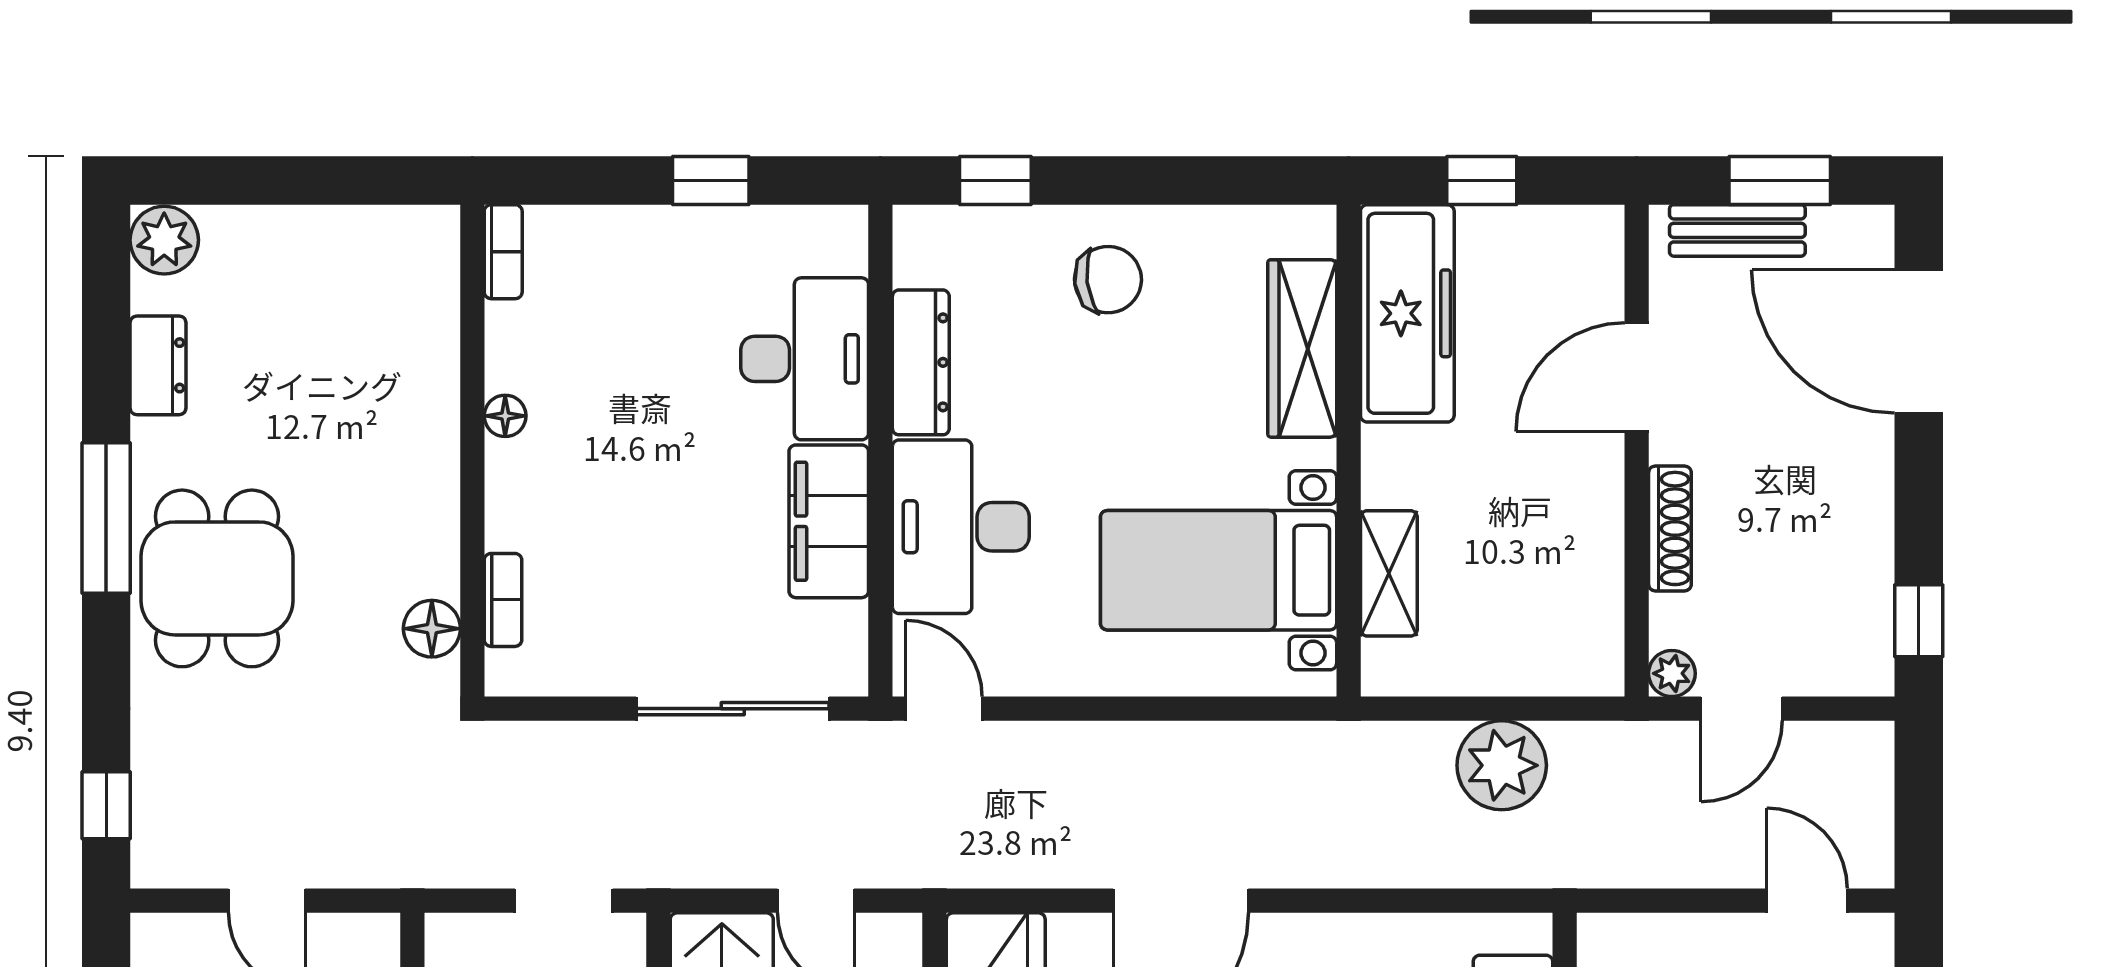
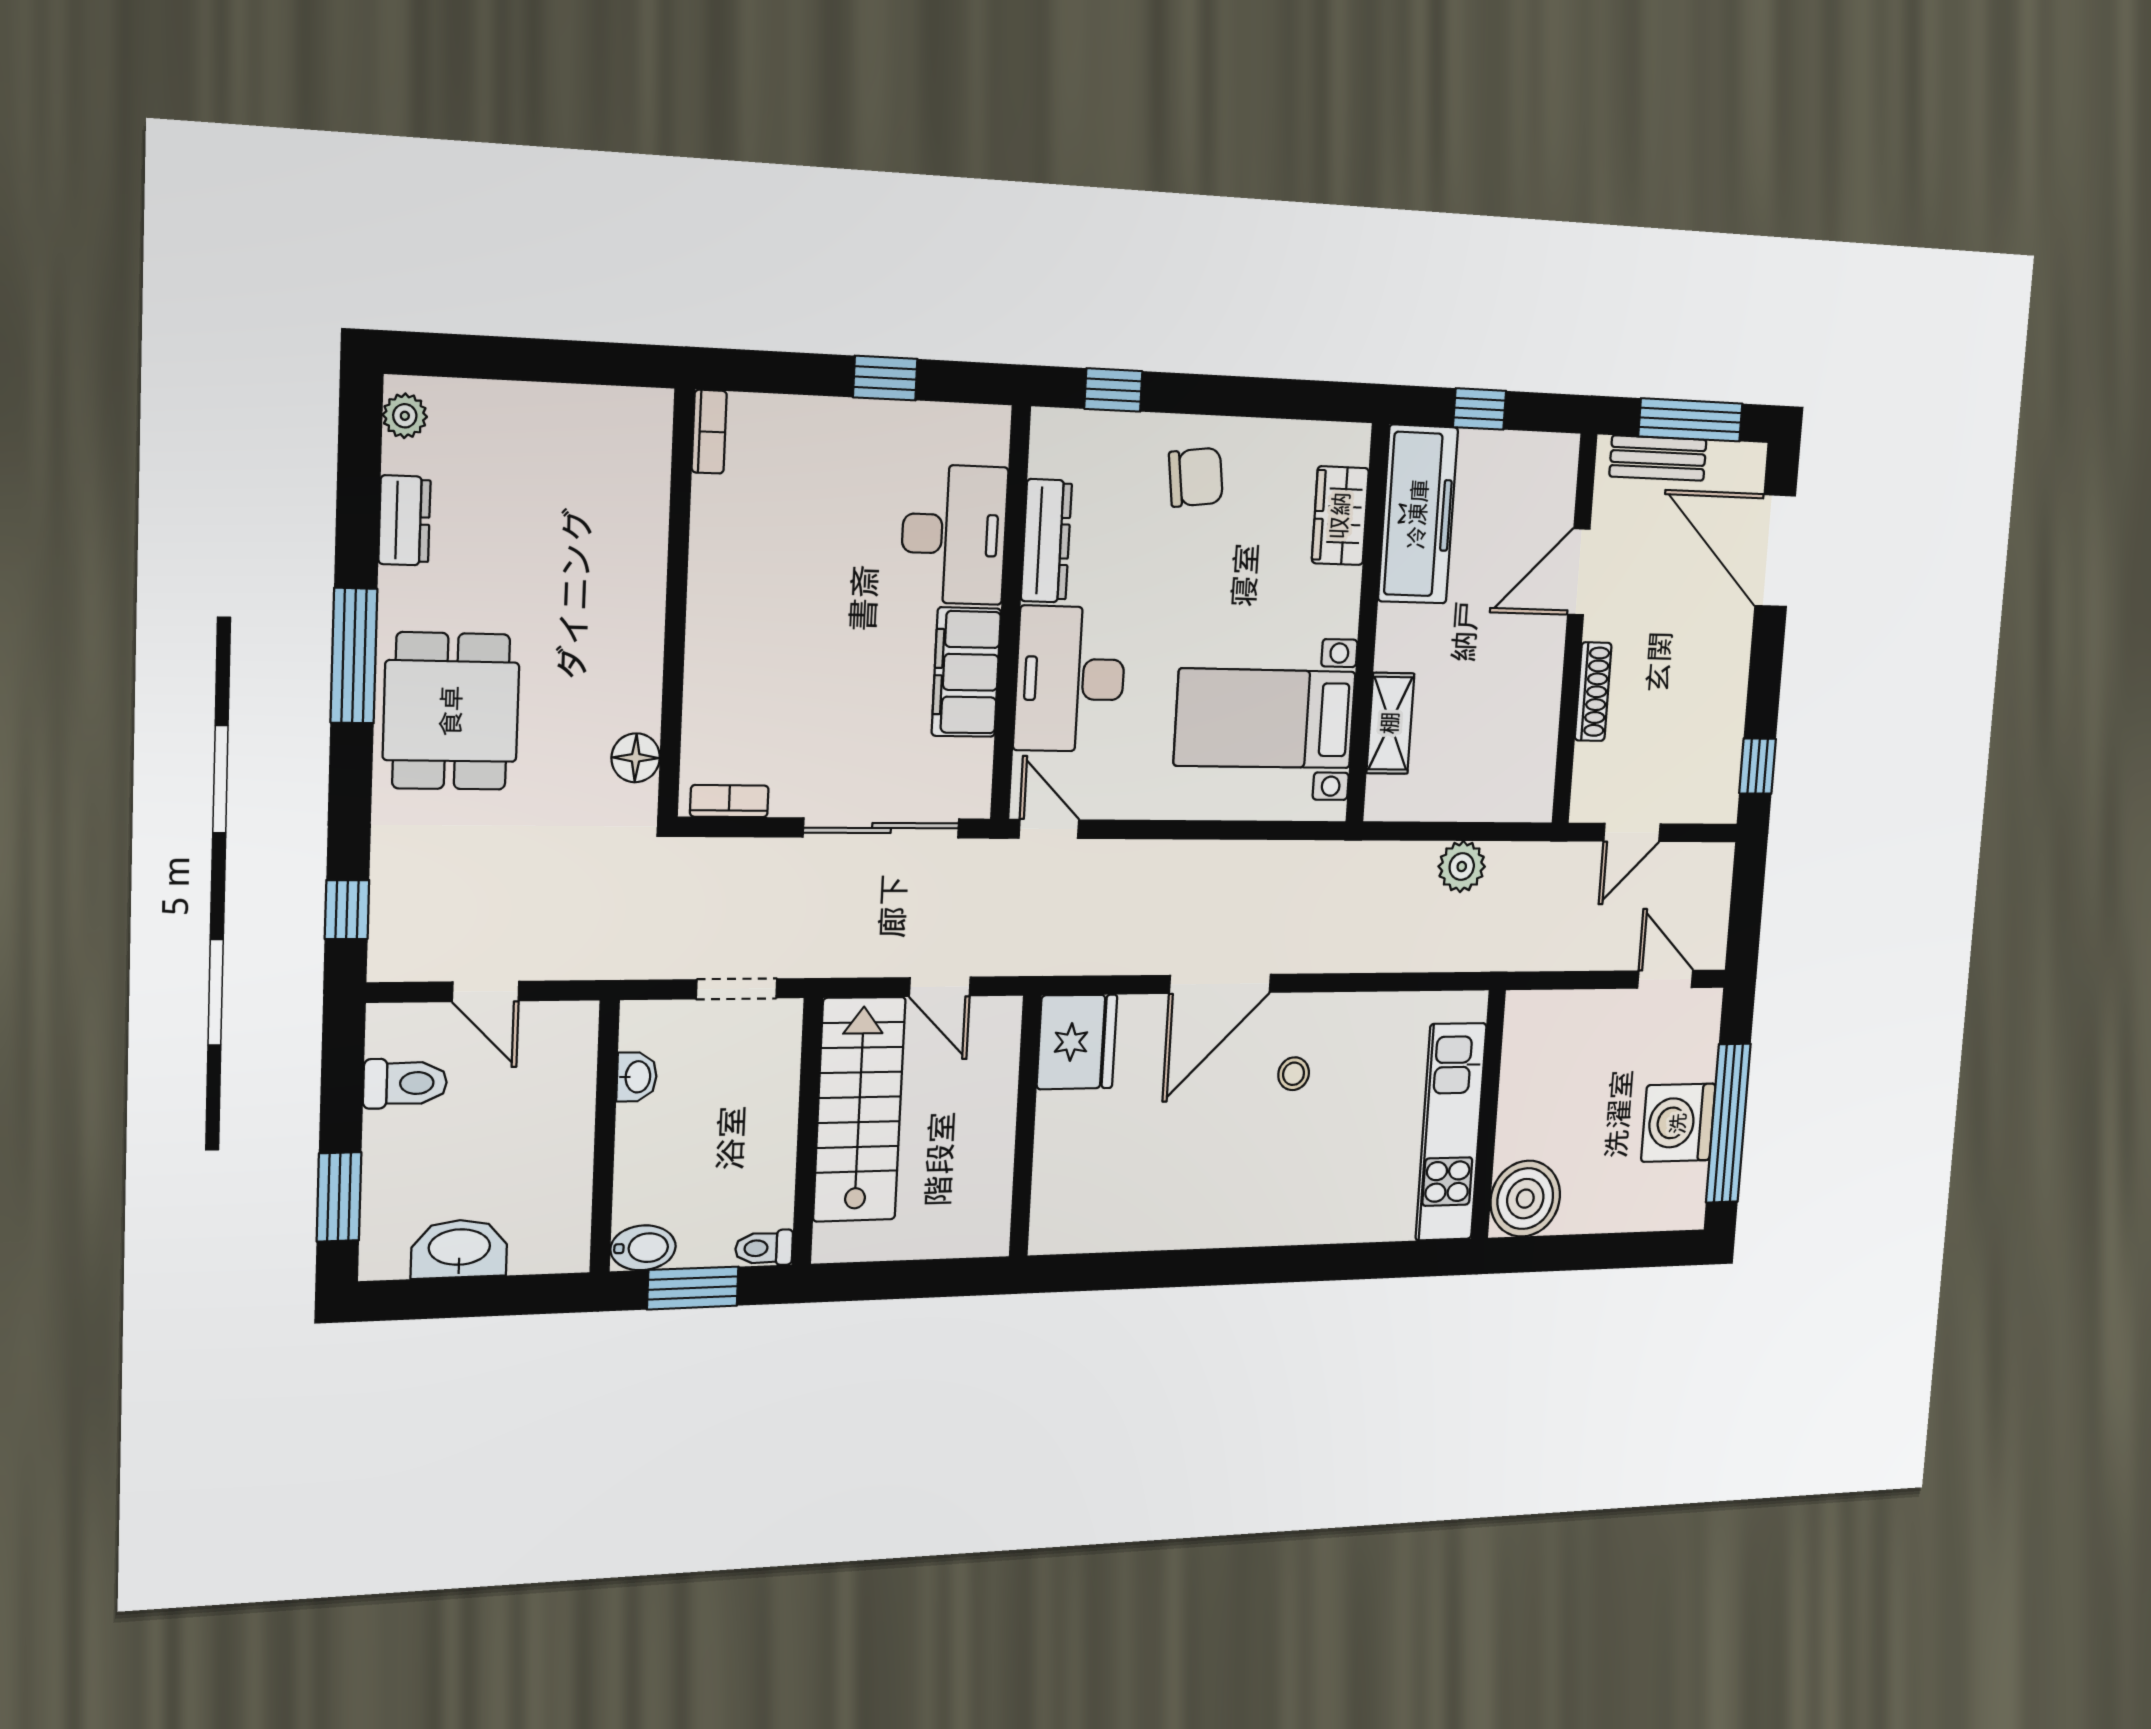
window: (1780, 181) -> (1690, 420), width x1.44
plant: (164, 240) -> (405, 416), width x0.73, depth x0.73
wardrobe: (1302, 348) -> (1340, 516), width x0.67
floor lamp: (505, 416) -> (705, 575), removed
bookcase: (503, 600) -> (729, 801), moved, turned -90
plant: (1672, 673) -> (1586, 805), removed
plant: (1502, 765) -> (1462, 867), width x0.73, depth x0.73

